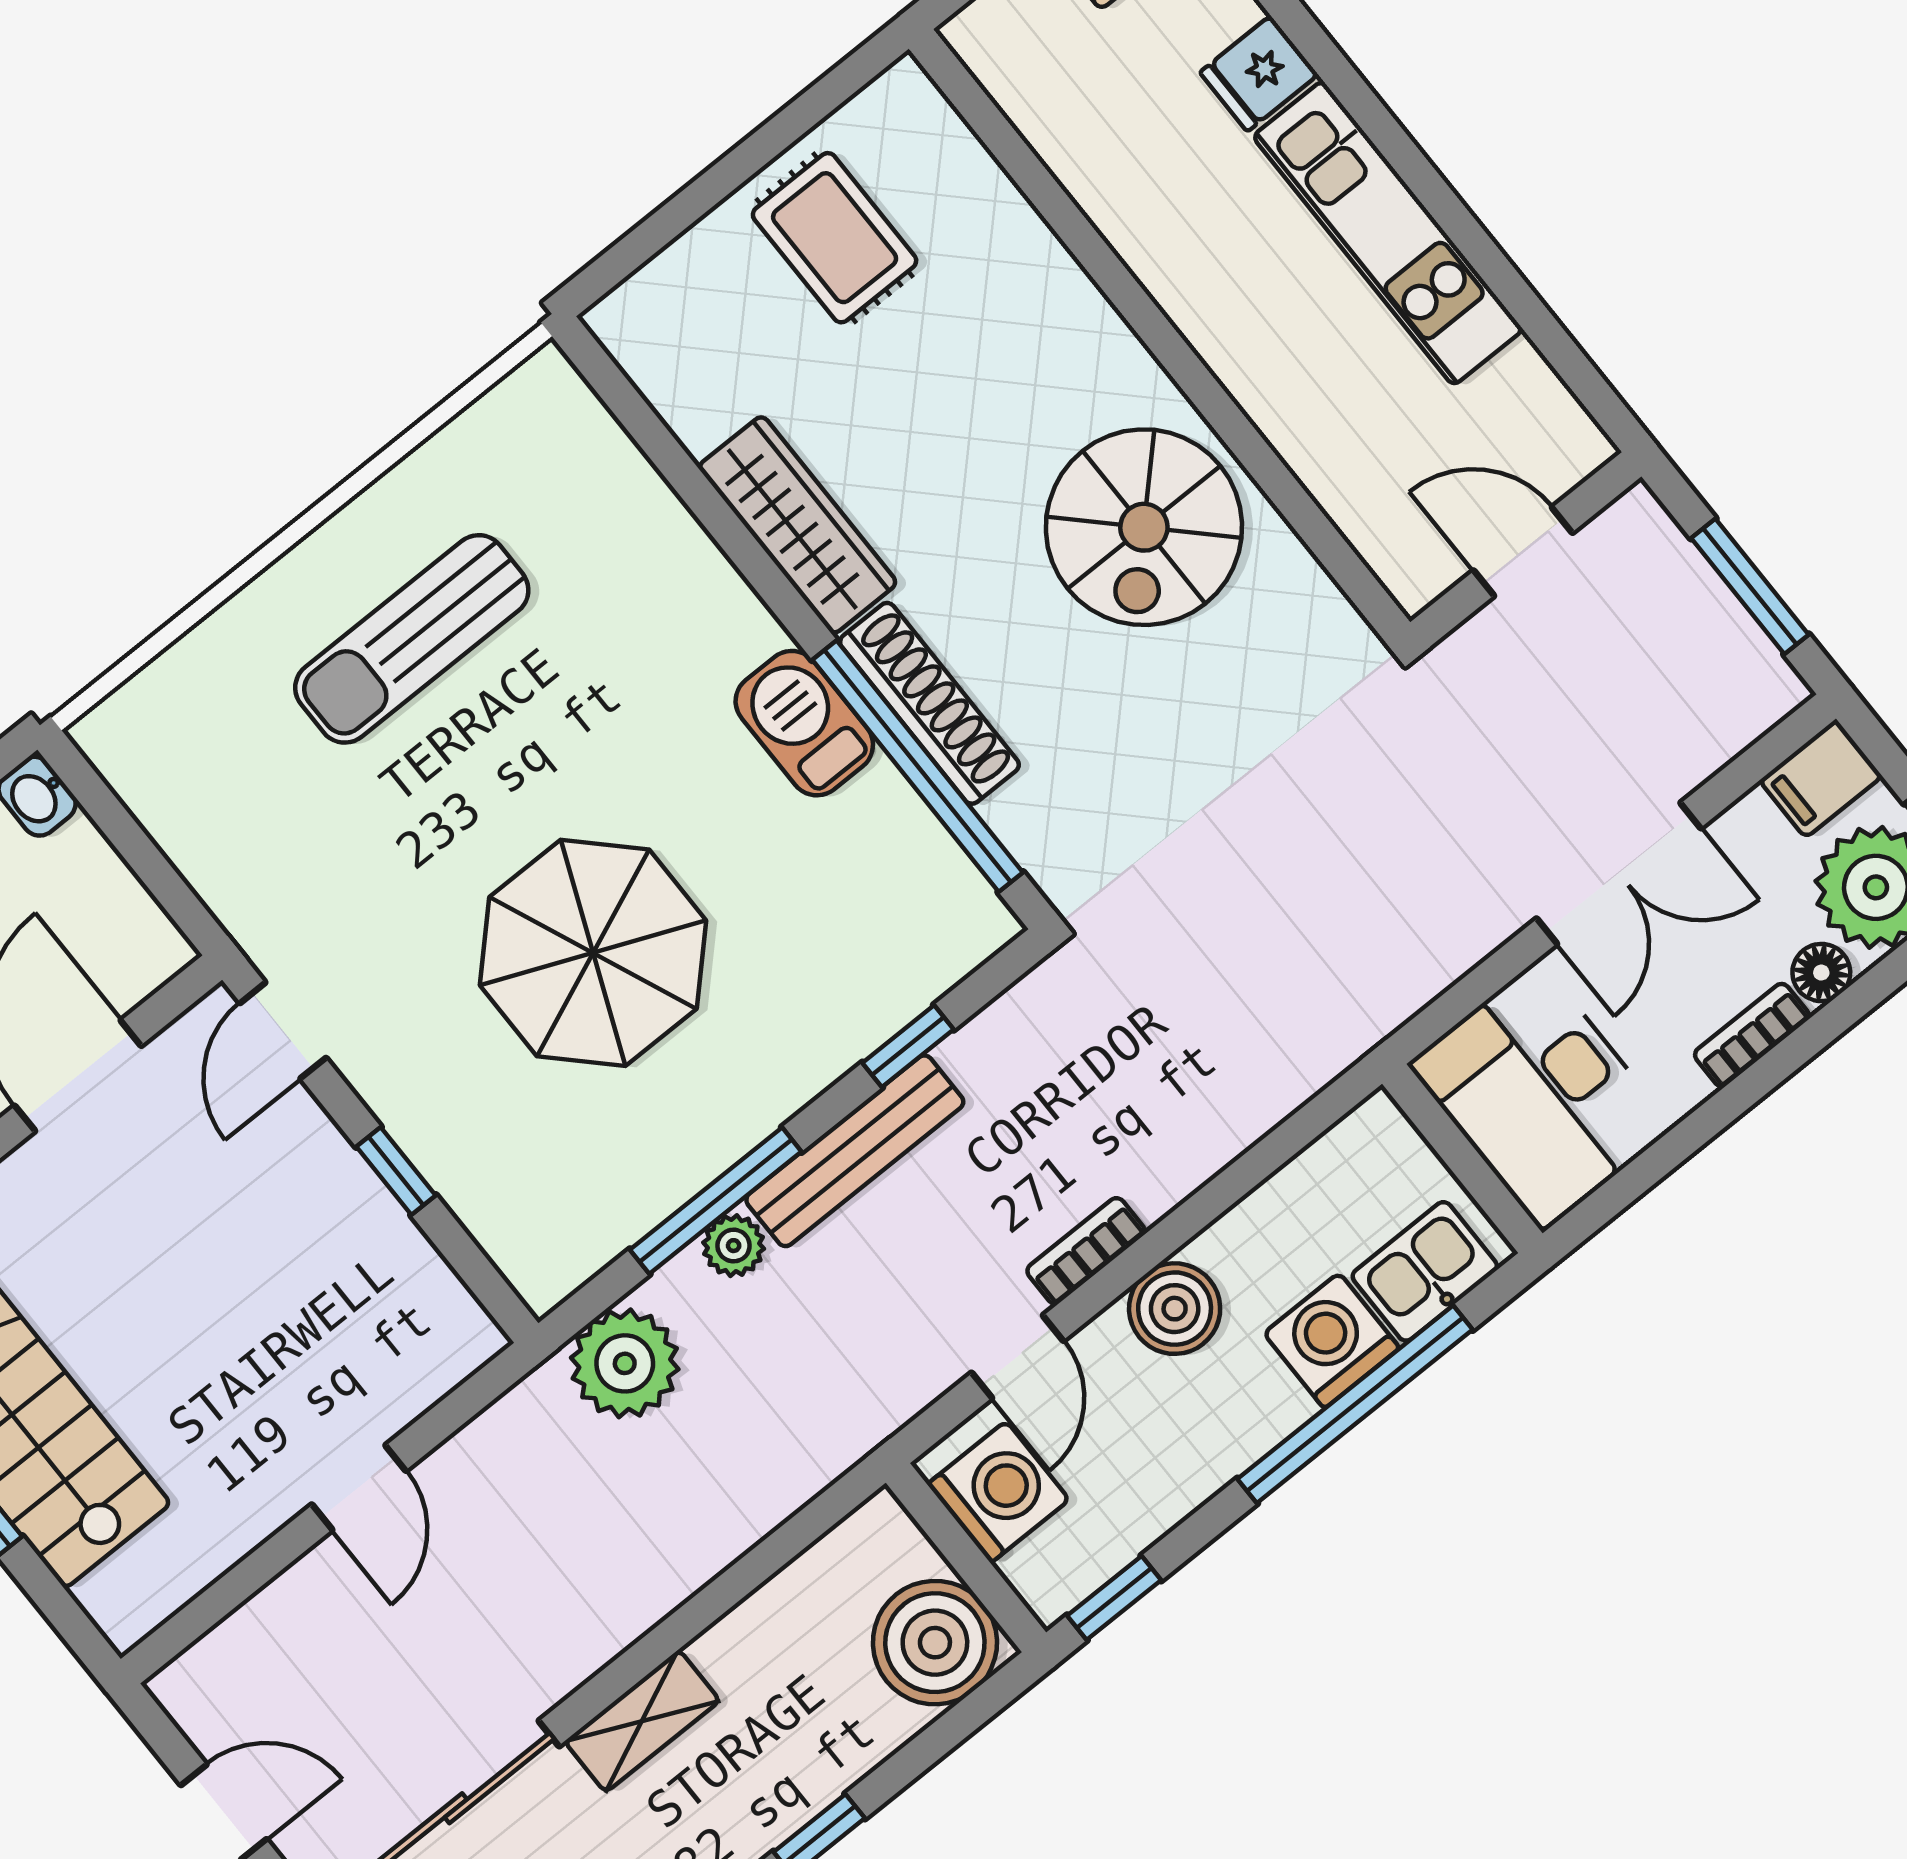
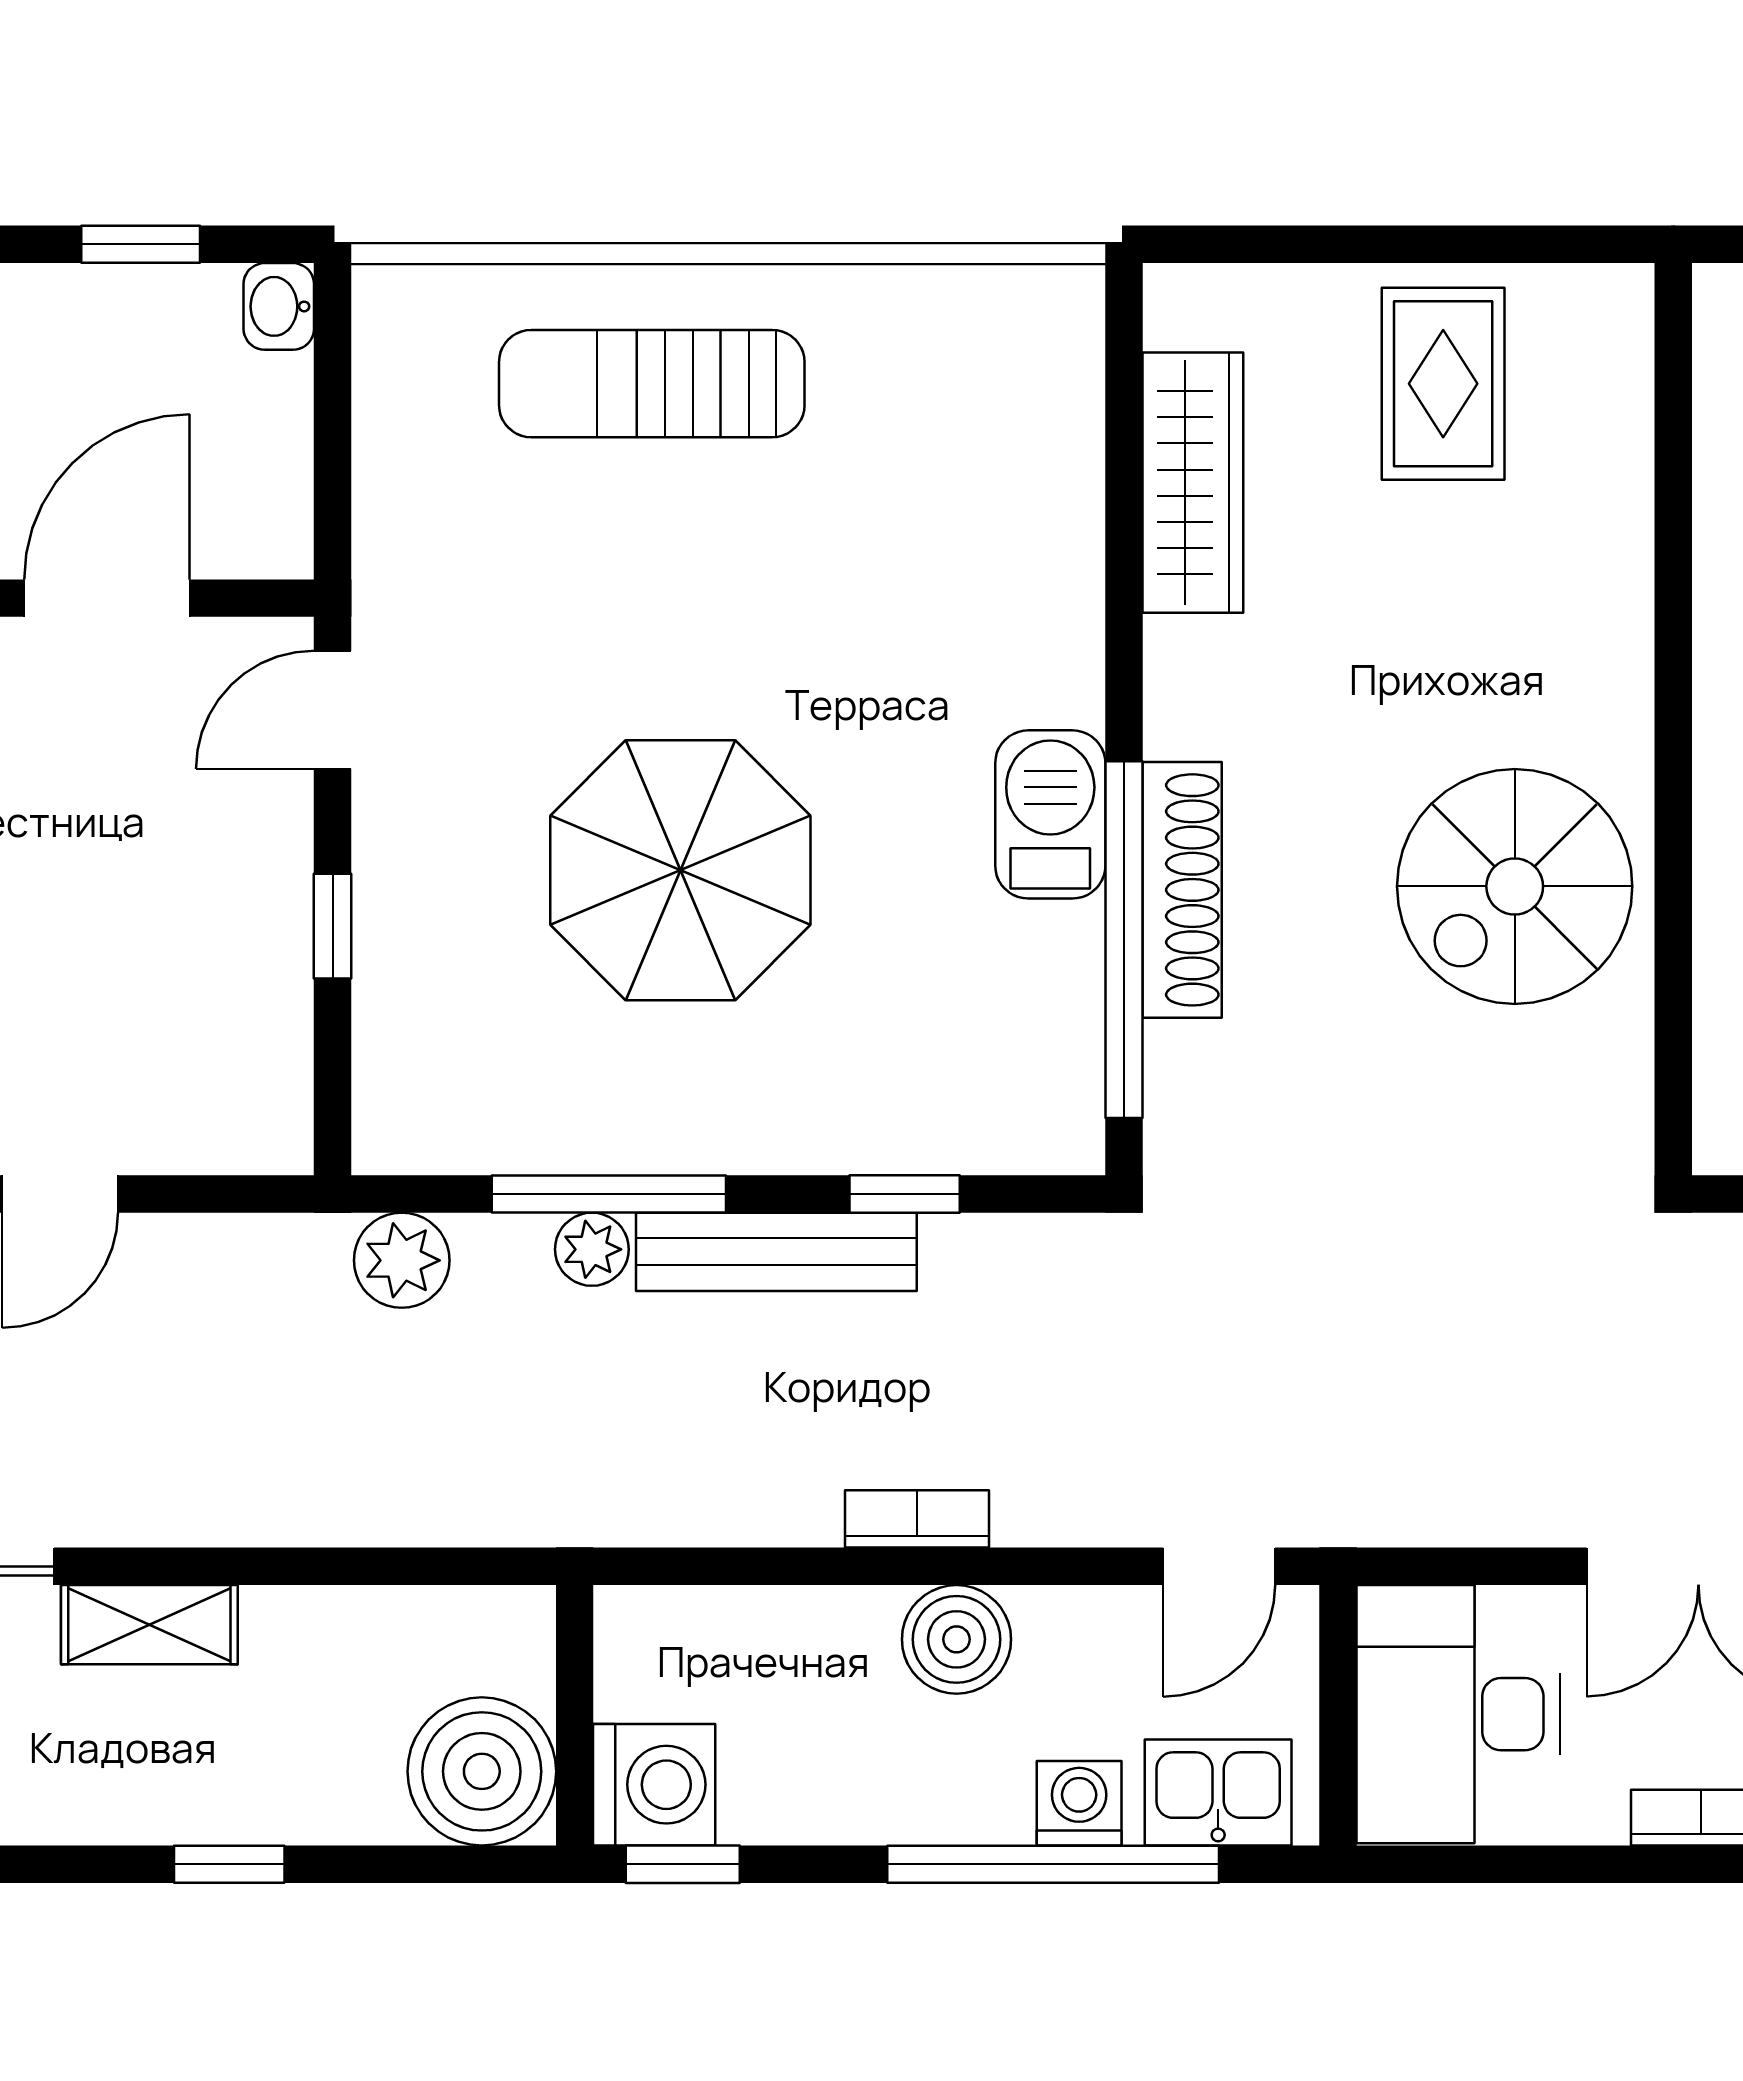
wardrobe: (798, 525) -> (1193, 483), moved
sun lounger: (412, 639) -> (652, 384), moved
washing machine: (1332, 1341) -> (1079, 1803), width x0.73, depth x0.73
door: (1018, 1357) -> (1219, 1566), moved
plant: (625, 1363) -> (402, 1260), width x0.73, depth x0.73
washing machine: (998, 1492) -> (654, 1785), moved

